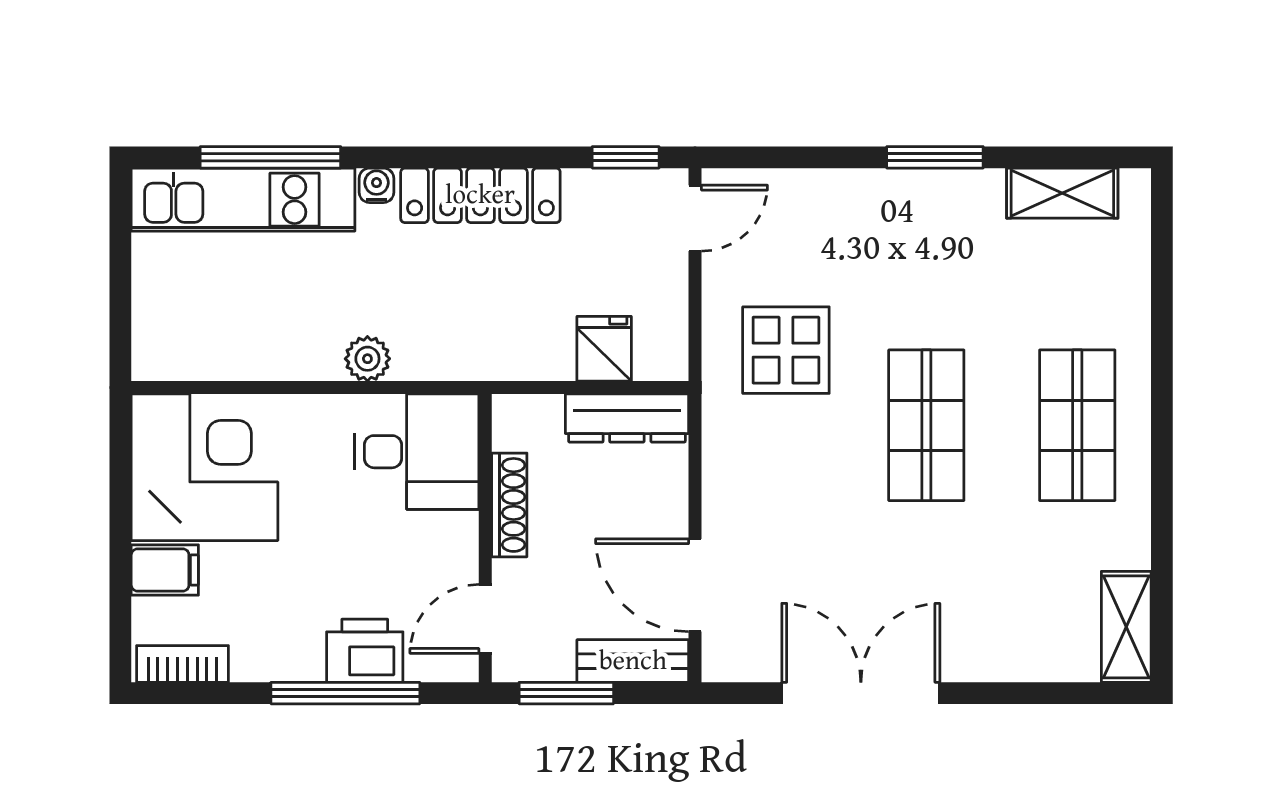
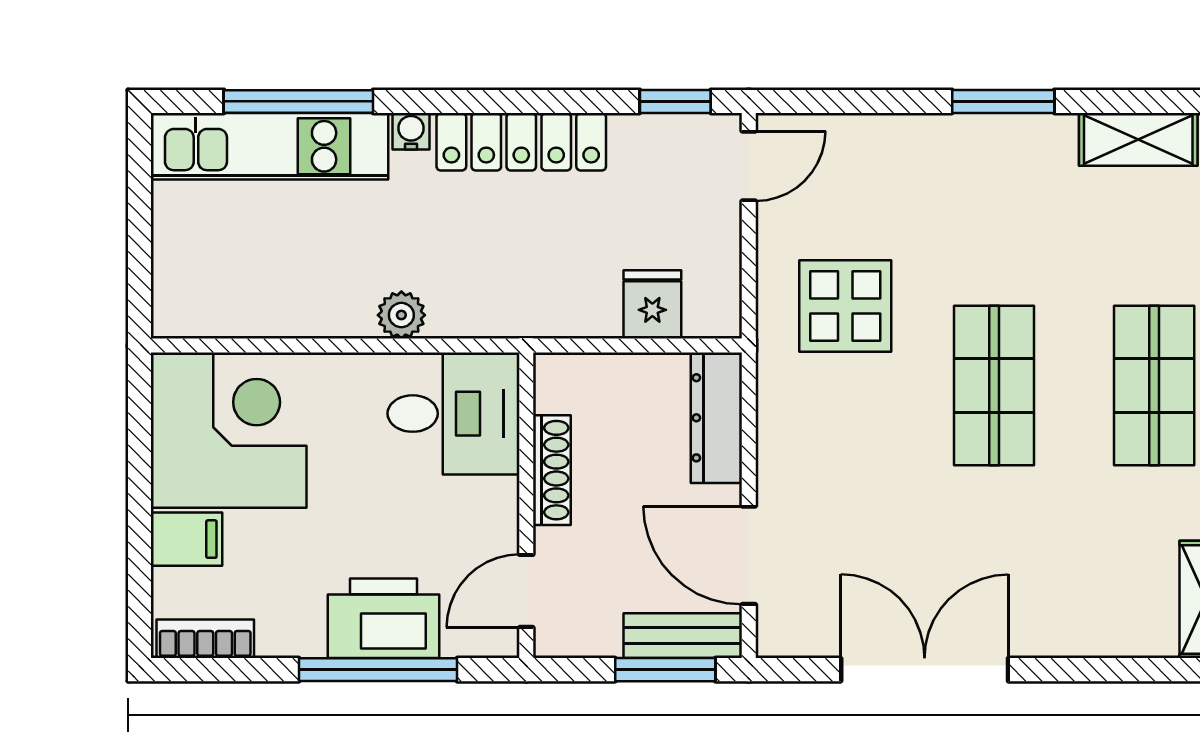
dresser: (627, 418) -> (716, 418), moved, turned 90
printer: (365, 651) -> (383, 618), width x1.37, depth x1.19
window: (566, 693) -> (665, 670), moved

